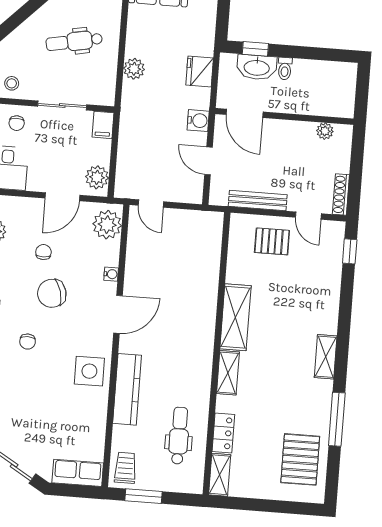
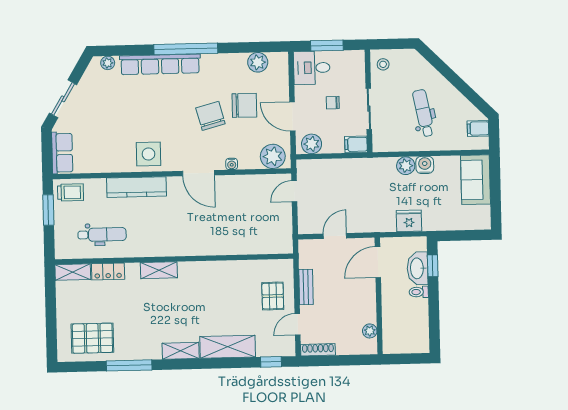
water cooler: (198, 121) -> (425, 165), moved, turned 180
chair: (17, 123) -> (333, 103), moved
bench: (258, 200) -> (306, 287), width x0.73
chair: (43, 252) -> (244, 105), width x1.87, depth x1.87
shelving: (235, 317) -> (228, 347), moved
chair: (28, 342) -> (168, 100), removed

